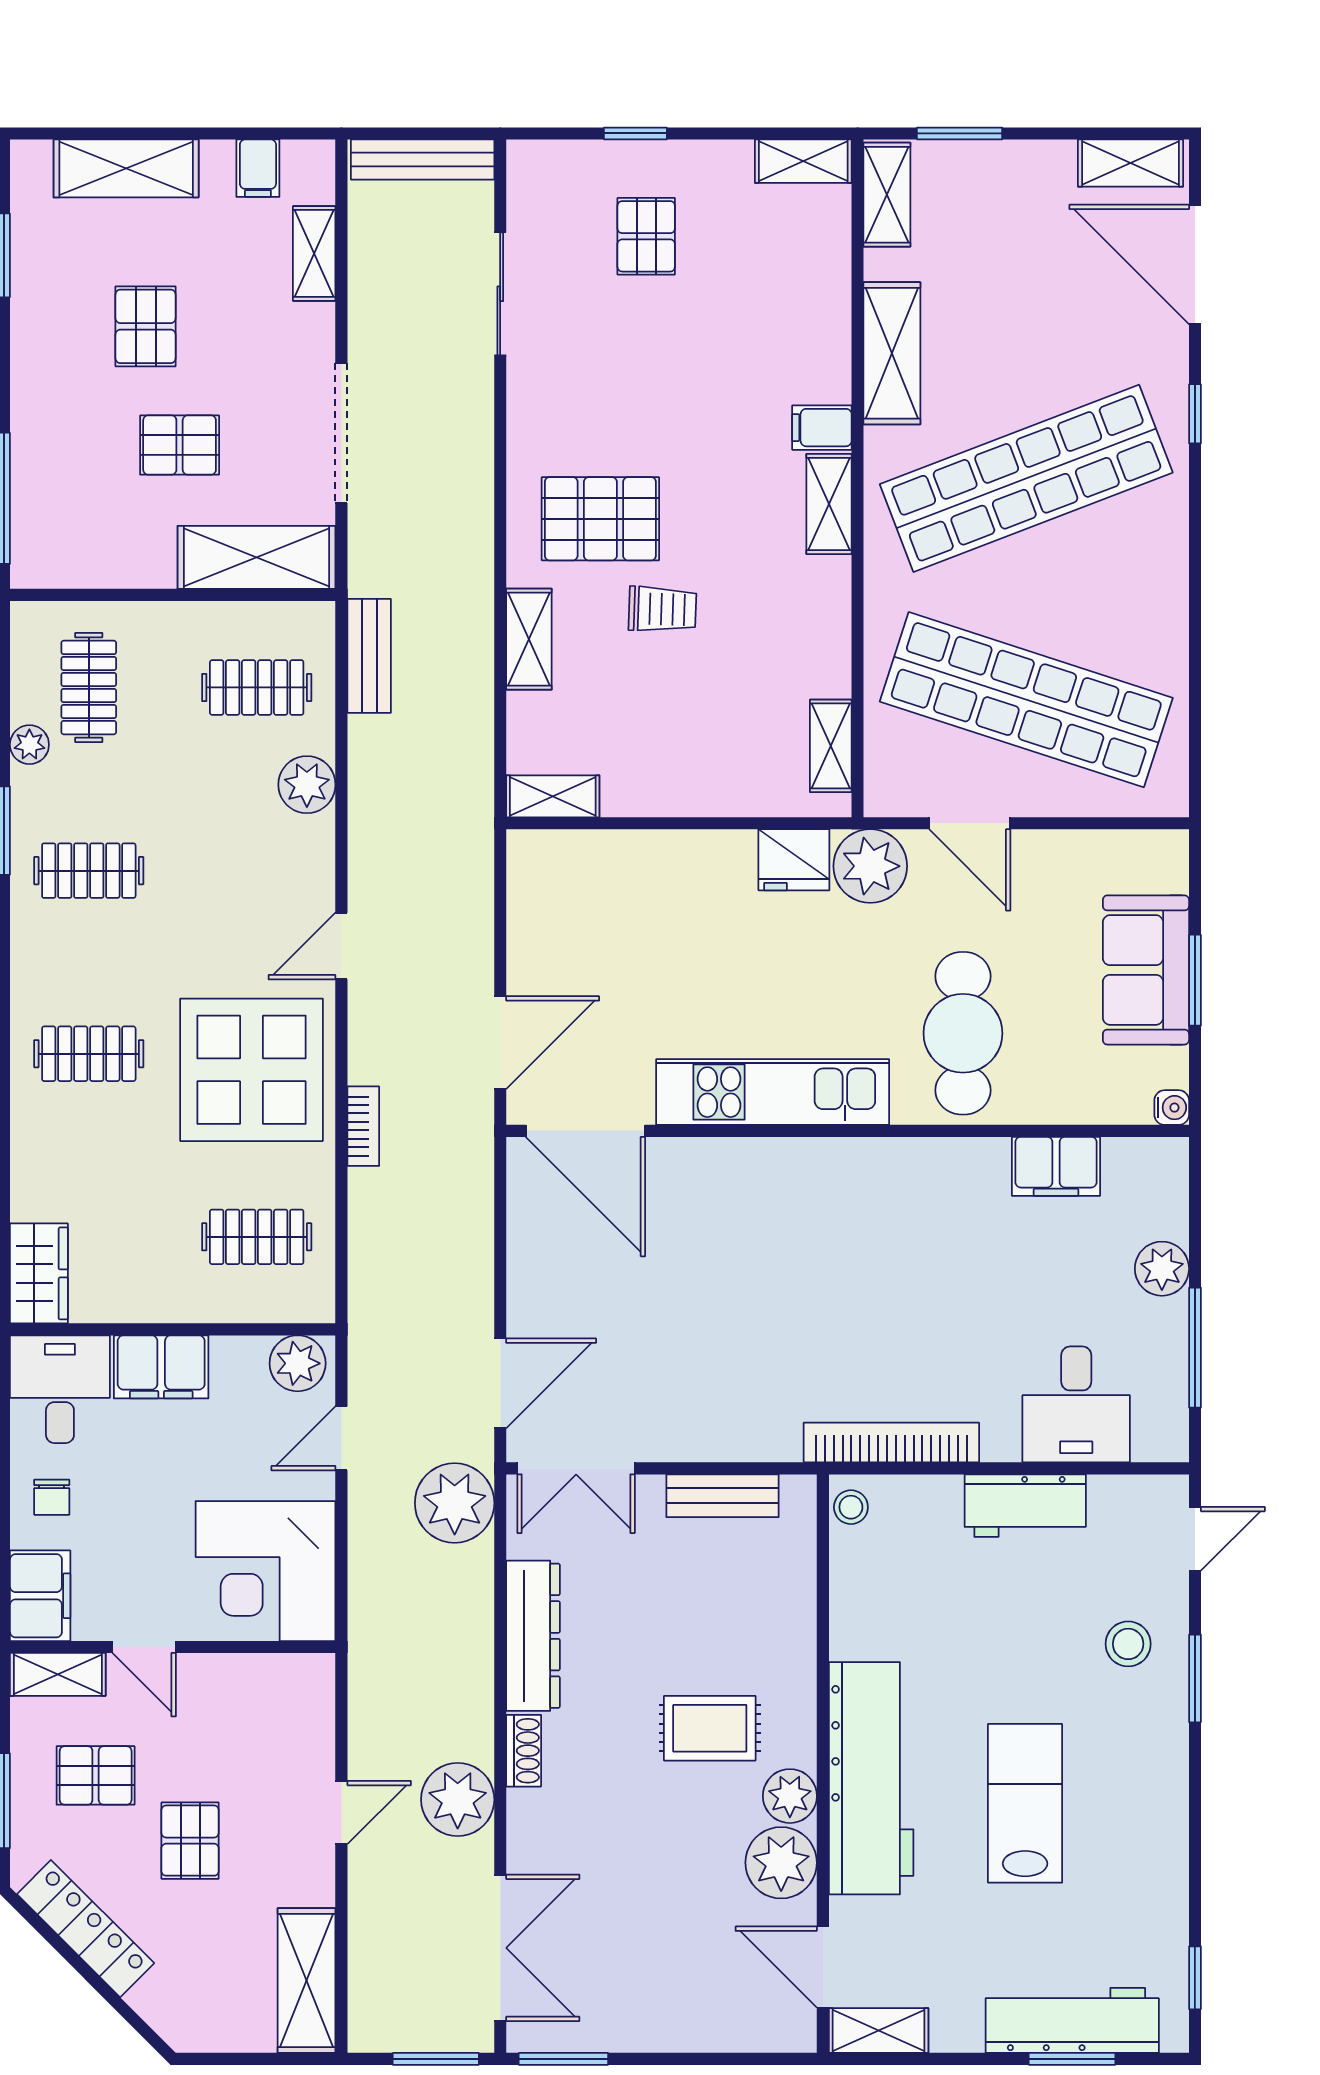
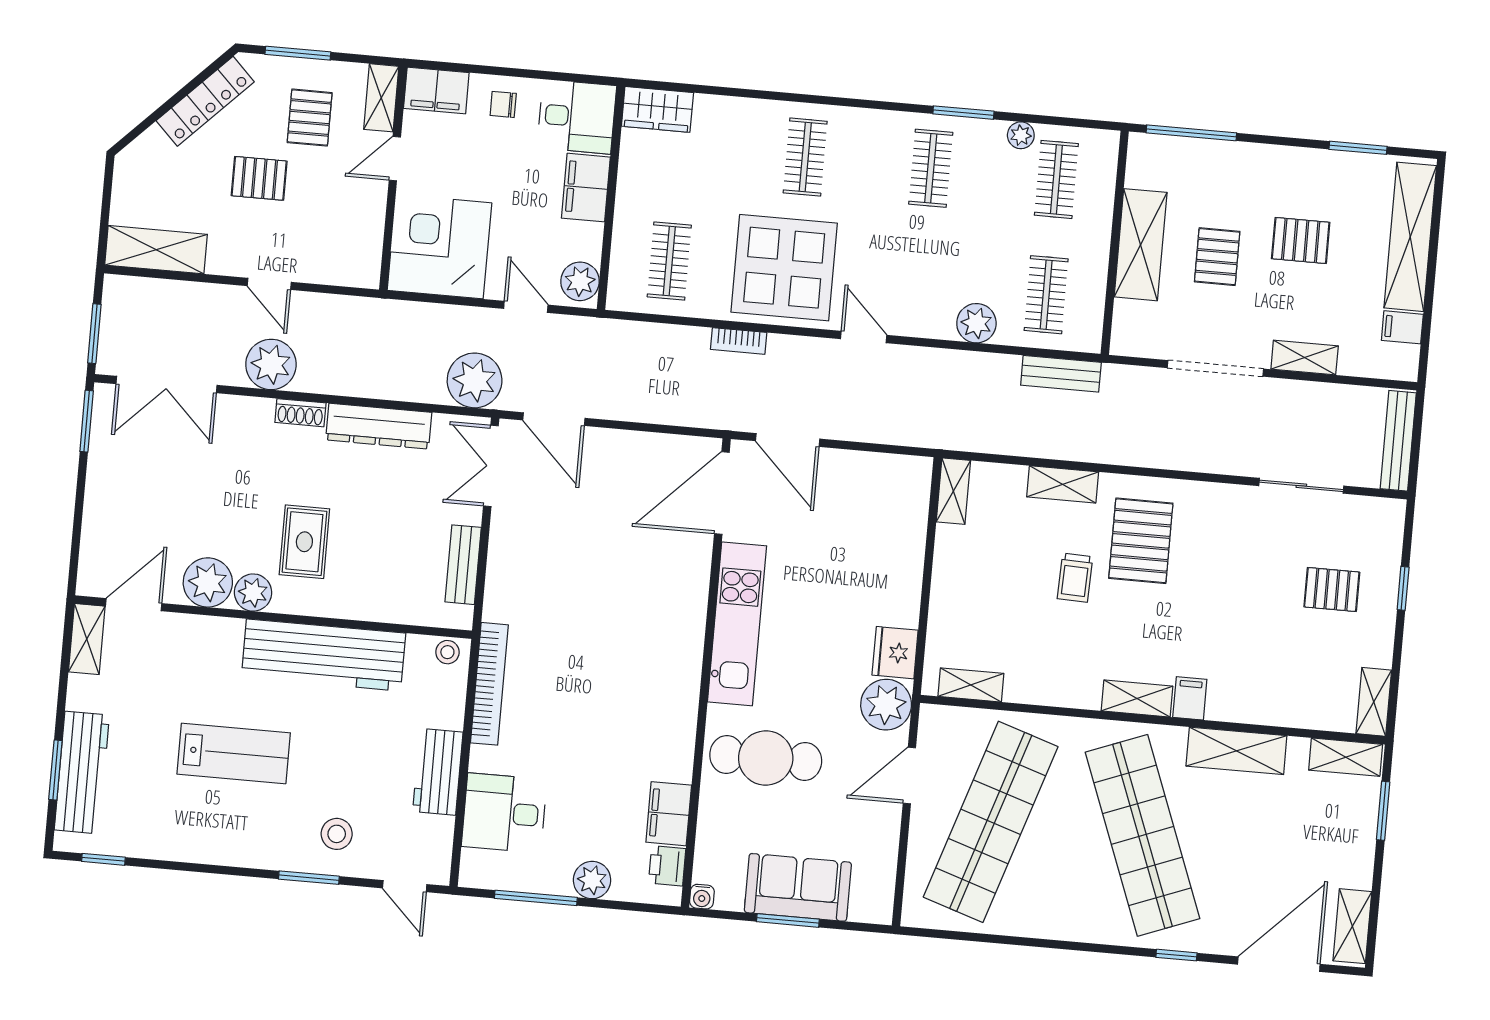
shelving: (126, 168) -> (1410, 237), width x1.47
shelving: (314, 253) -> (1305, 357), moved
shelving: (257, 557) -> (1141, 245), moved
clothes rail: (89, 687) -> (1056, 179), turned 90
printer: (1132, 1162) -> (667, 866), added
workbench: (871, 1778) -> (324, 655), moved

